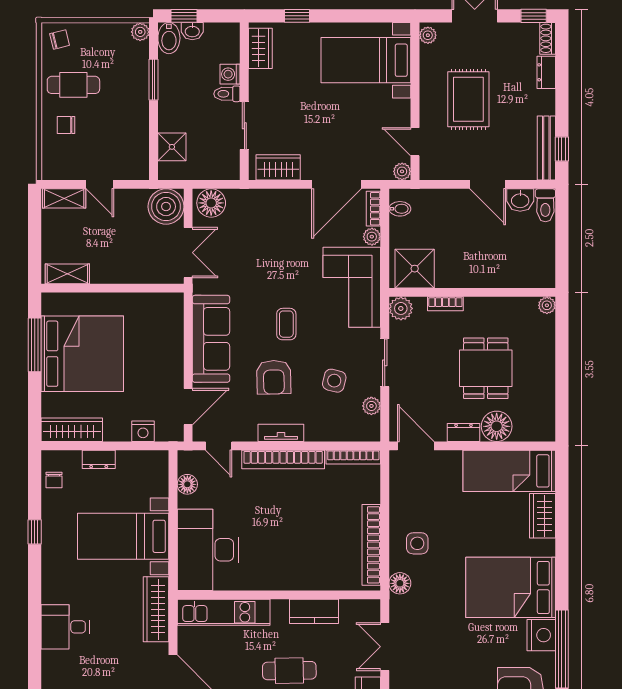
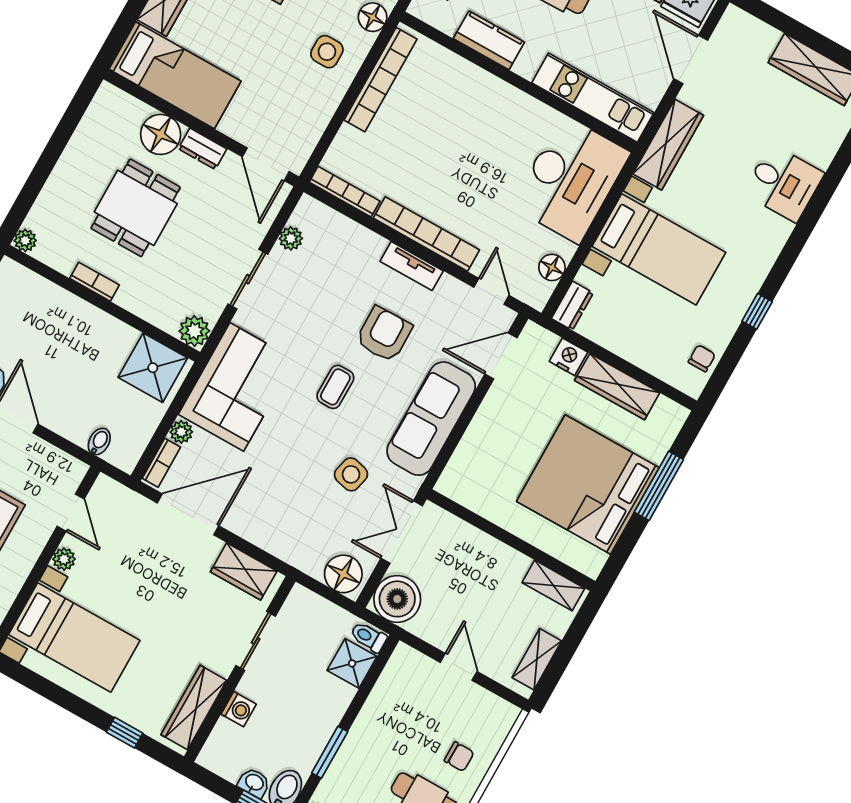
wardrobe: (260, 48) -> (194, 707), width x1.50
toilet: (227, 94) -> (369, 637), moved, turned 180
plant: (402, 171) -> (64, 559), moved
shelving: (64, 198) -> (537, 659), moved, turned 90
bidet: (400, 209) -> (99, 442), moved, turned 90
bookcase: (445, 304) -> (95, 282), moved
window: (35, 345) -> (659, 486), moved
side table: (334, 381) -> (351, 474), moved
wardrobe: (72, 430) -> (617, 387), moved
dresser: (99, 459) -> (572, 306), moved, turned 90

